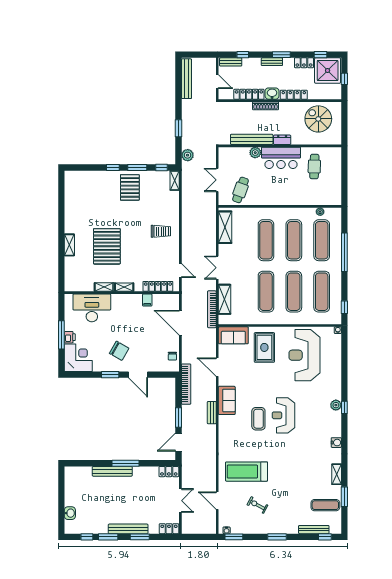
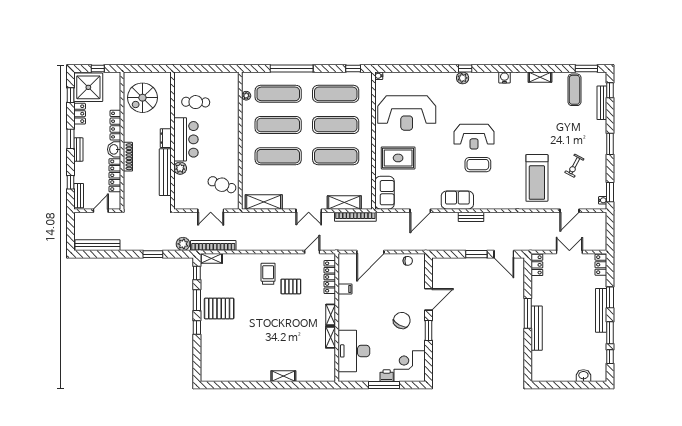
pallet: (107, 246) -> (291, 286), moved, width x0.49, depth x0.50
bookcase: (186, 384) -> (213, 246), moved
window: (344, 497) -> (586, 68), moved

